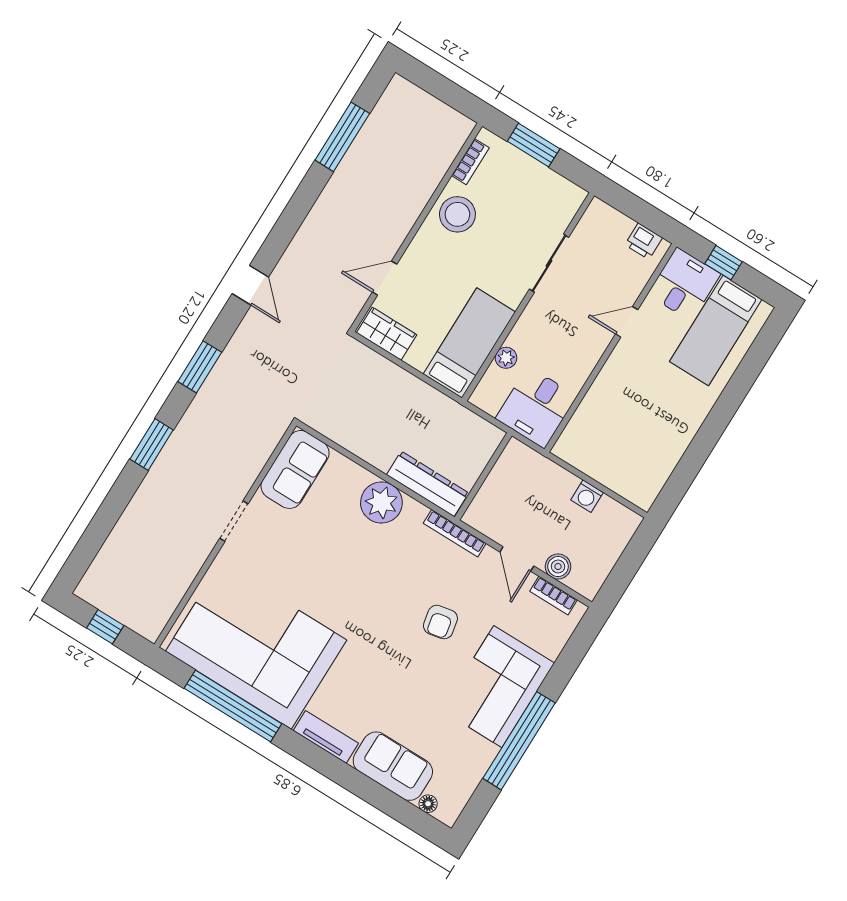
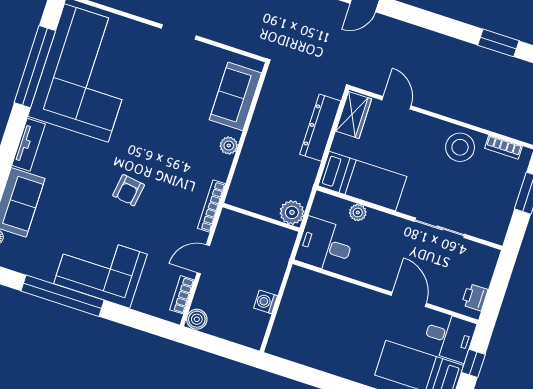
window: (342, 137) -> (498, 43), width x0.69
door: (627, 322) -> (409, 299), width x1.38
plant: (486, 438) -> (292, 212), added
sofa: (295, 469) -> (235, 96), moved, turned 90
dresser: (428, 484) -> (320, 128), moved, turned 180
plant: (381, 503) -> (229, 146), width x0.53, depth x0.53
boiler: (558, 566) -> (197, 319), moved
armchair: (440, 622) -> (129, 190), moved, turned -71

